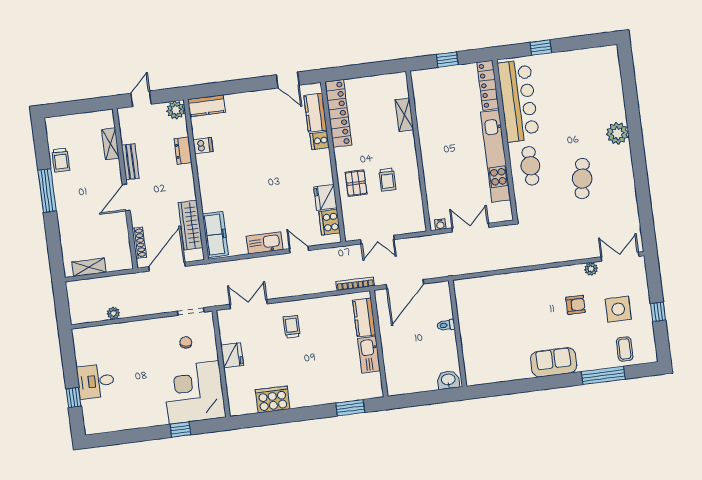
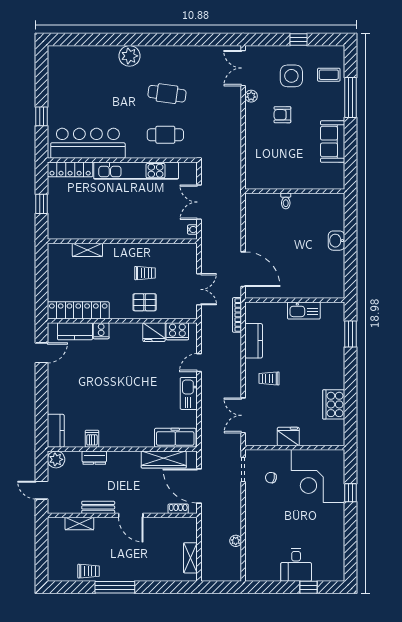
cafe table: (530, 166) -> (165, 135), moved
shoe rack: (139, 243) -> (178, 509), width x0.70
armchair: (575, 305) -> (282, 115), turned -90
kitchen counter: (364, 317) -> (254, 341), moved, turned -90
toilet: (446, 325) -> (286, 201), moved
wall: (458, 333) -> (295, 191), moved

